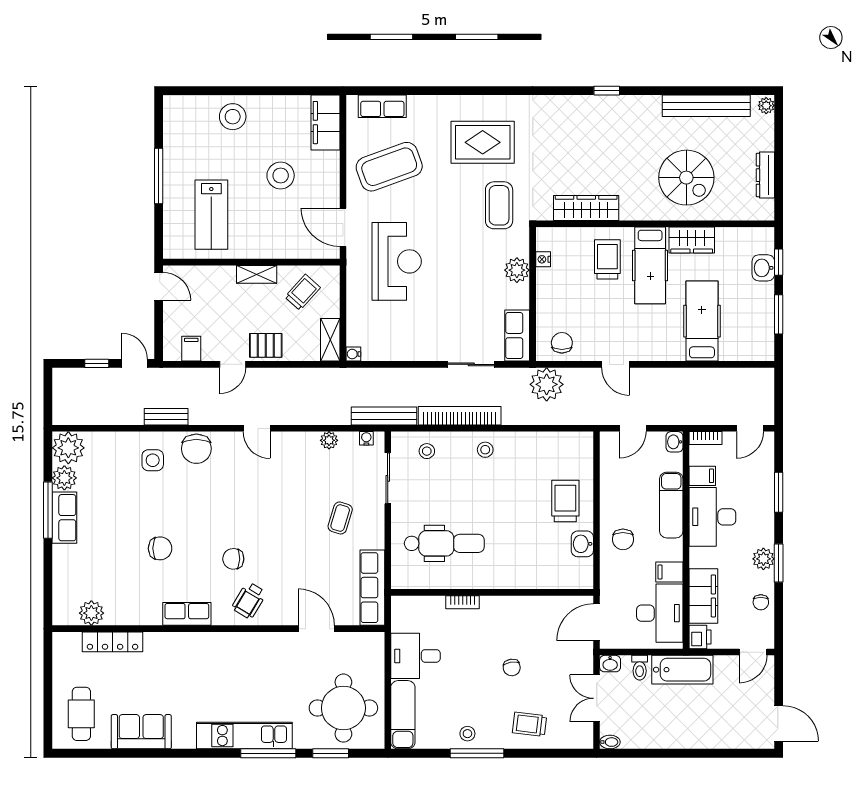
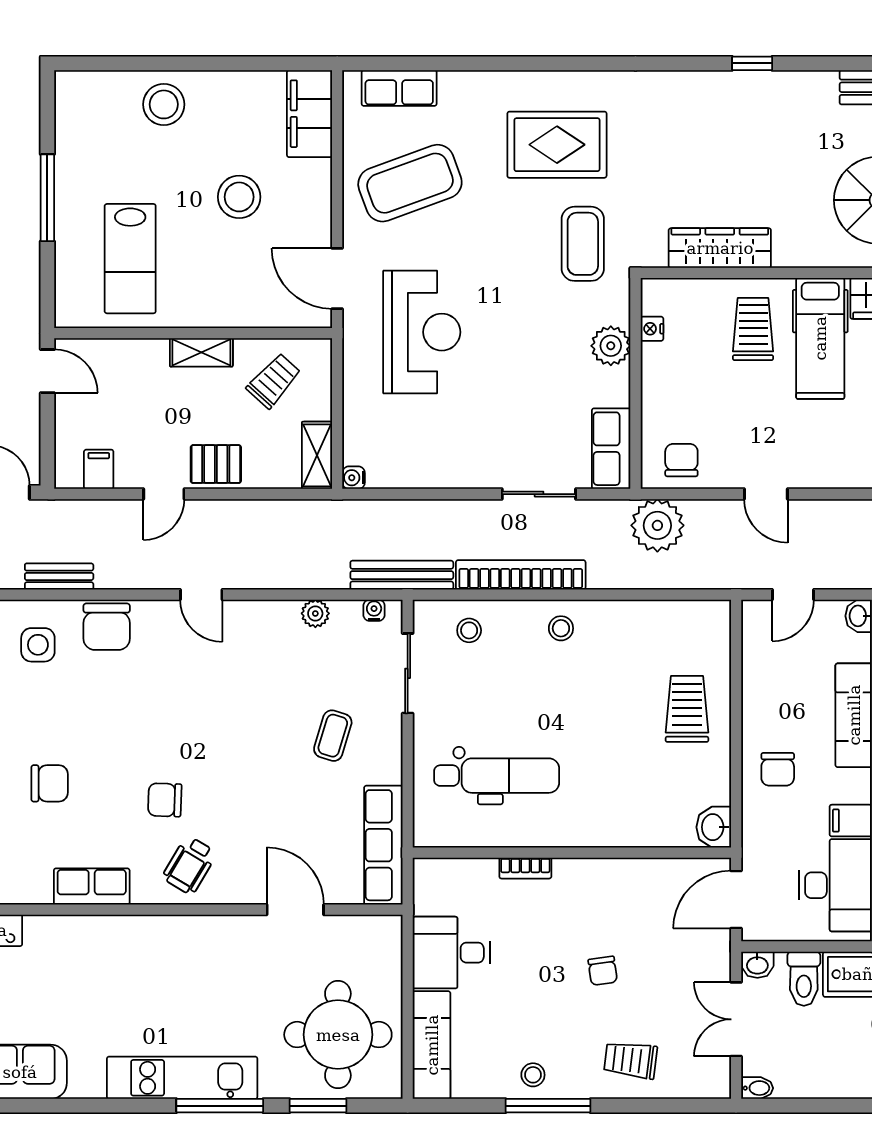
washbasin: (582, 544) -> (714, 827), moved
toilet: (640, 668) -> (804, 979), width x1.37, depth x1.39

